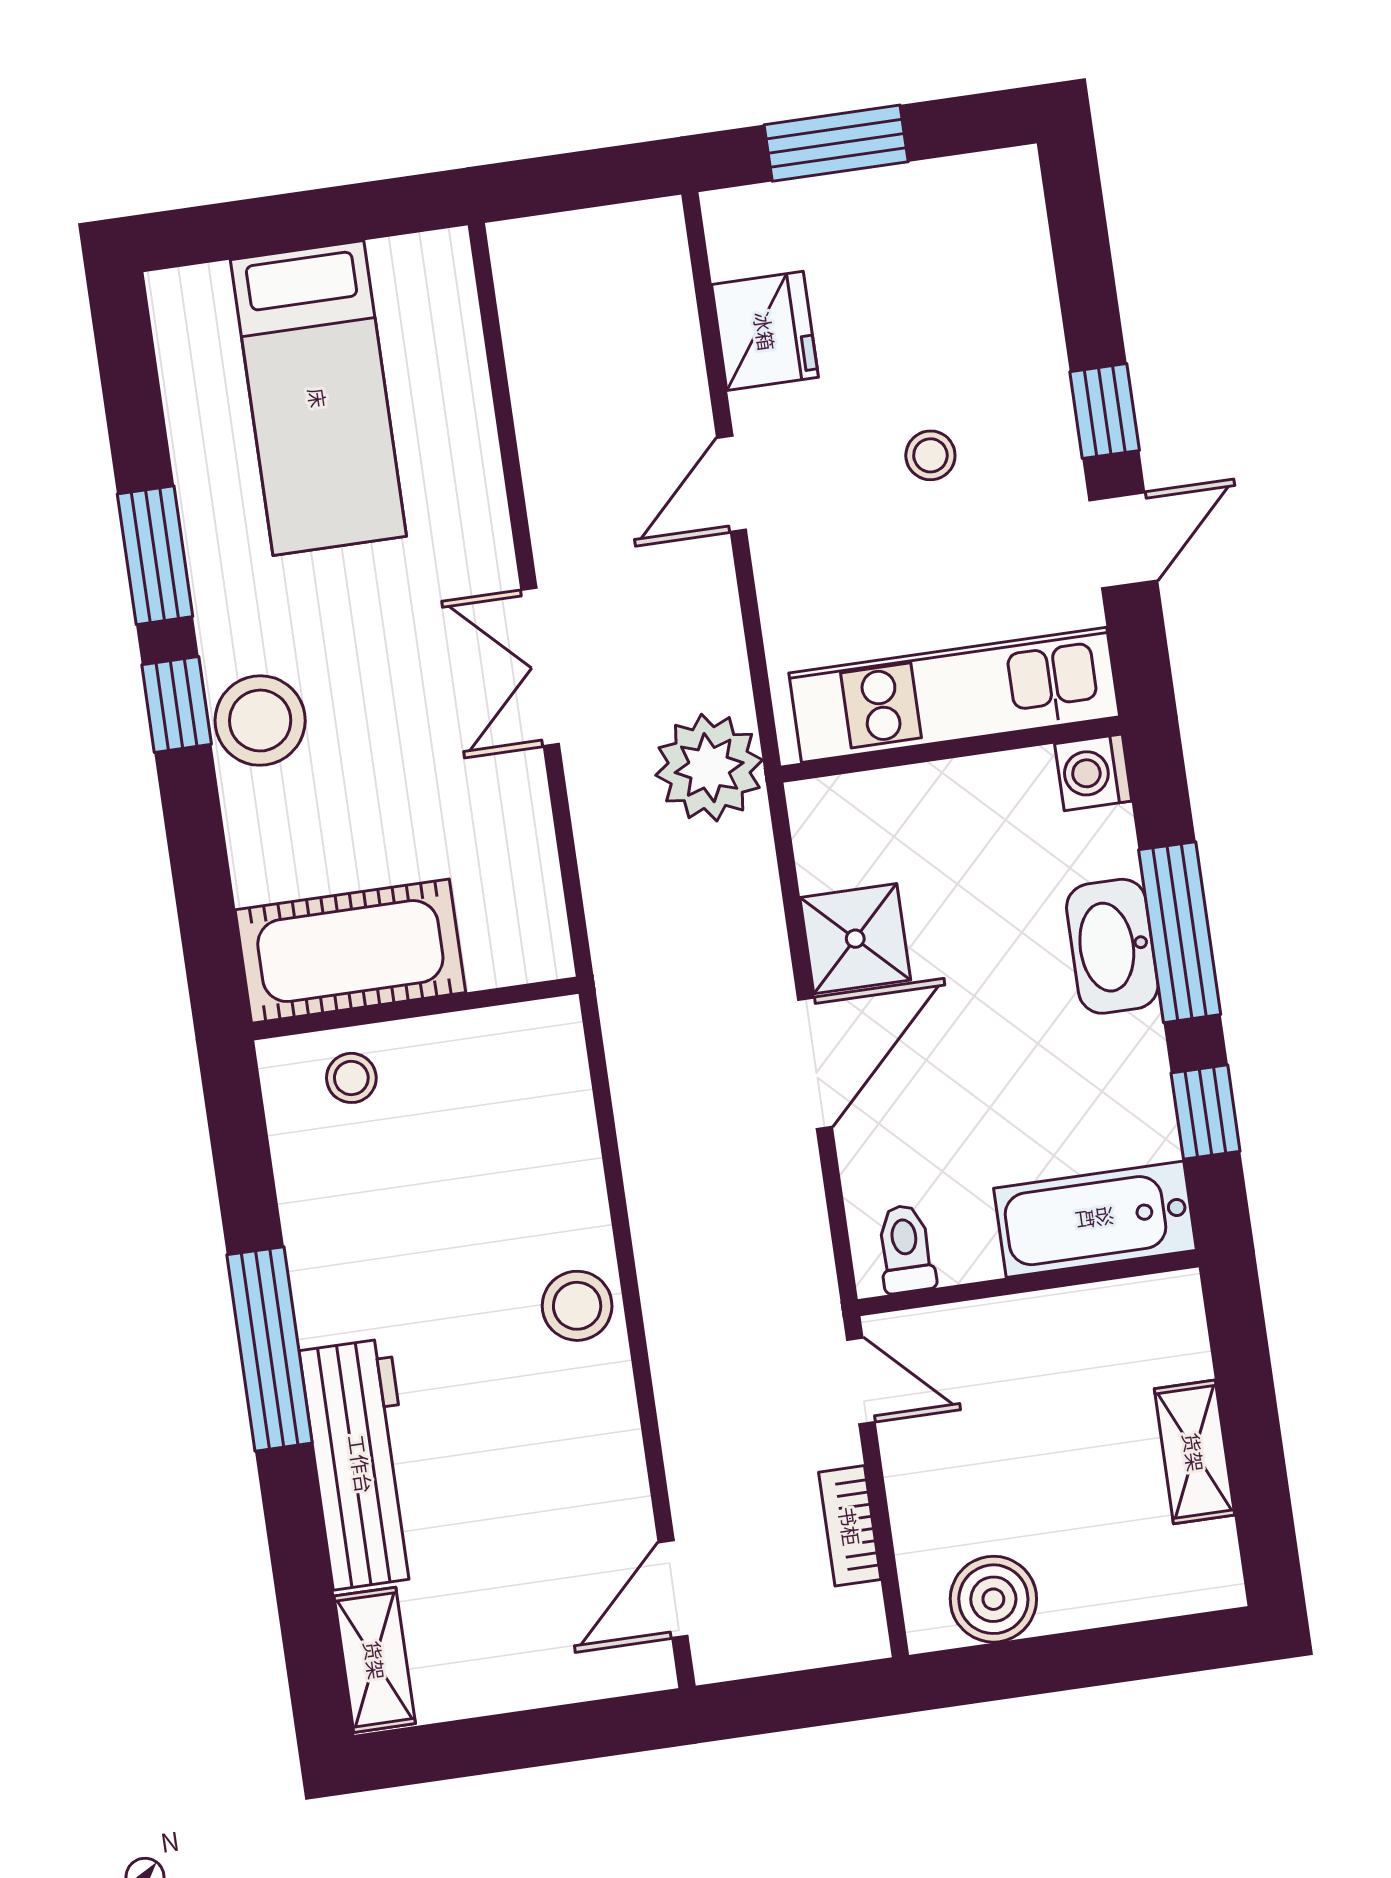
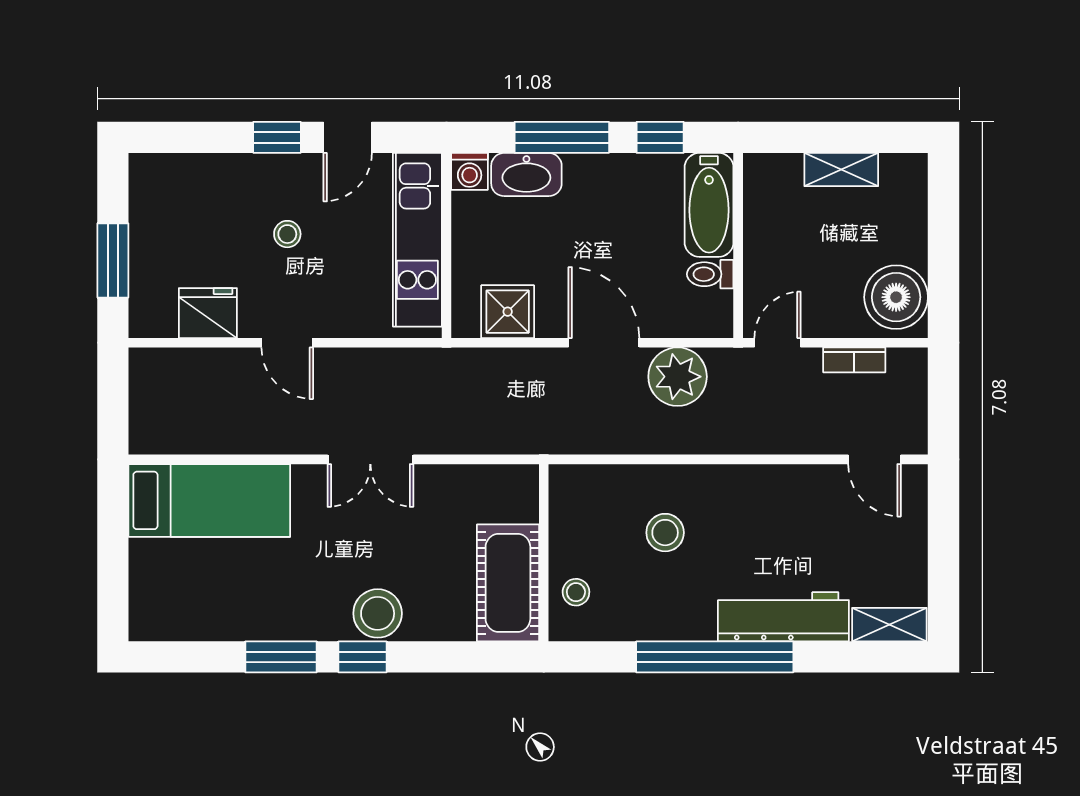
bed: (318, 398) -> (209, 500), moved
door: (1123, 540) -> (348, 137), swing flipped
plant: (709, 768) -> (678, 377), moved
shower: (855, 939) -> (508, 312), moved
washbasin: (1112, 946) -> (526, 175), moved
toilet: (906, 1249) -> (710, 274), moved
stool: (577, 1306) -> (665, 533), moved
window: (269, 1349) -> (715, 657), width x1.46
boiler: (993, 1599) -> (896, 297), width x1.37, depth x1.37

